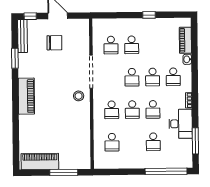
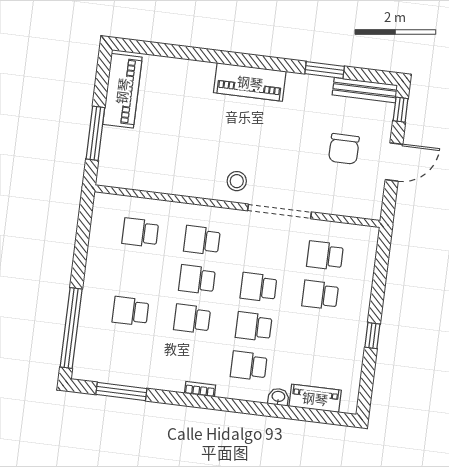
desk: (181, 124) -> (158, 368), removed

